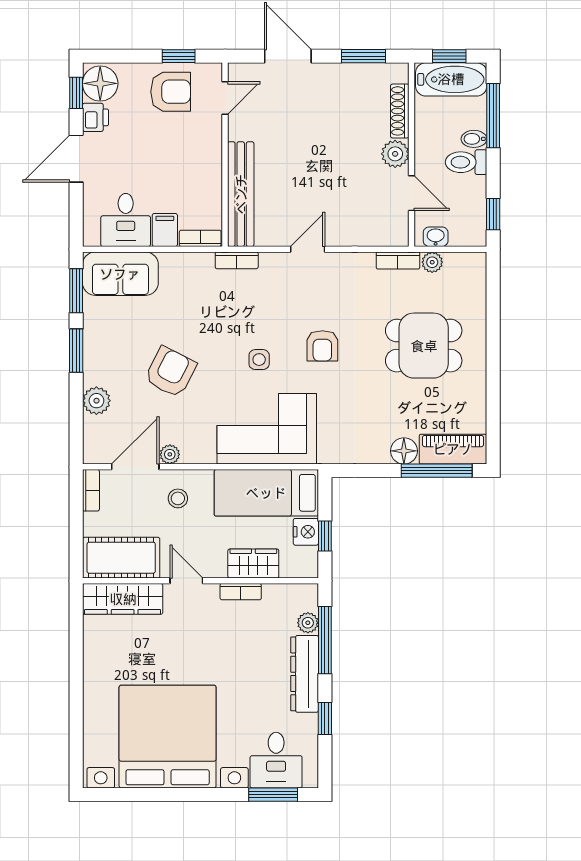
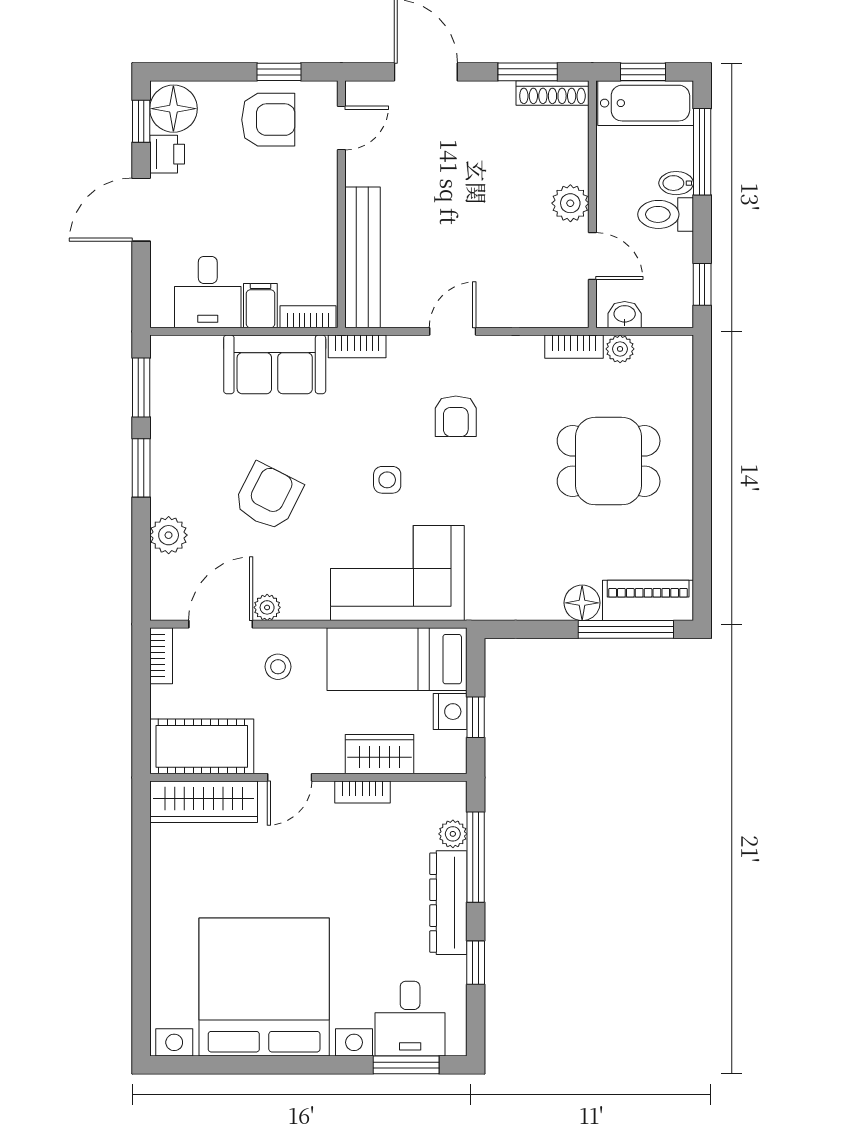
shoe rack: (400, 111) -> (552, 93), moved, turned -90
sofa: (120, 274) -> (275, 364), moved
armchair: (322, 346) -> (456, 416), moved
door: (186, 581) -> (290, 777), swing flipped

